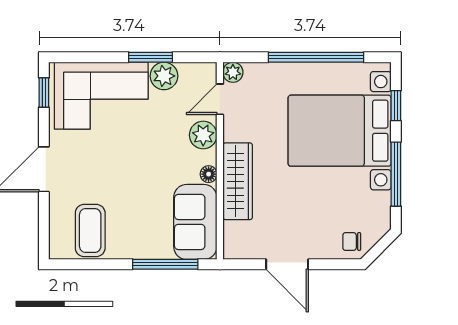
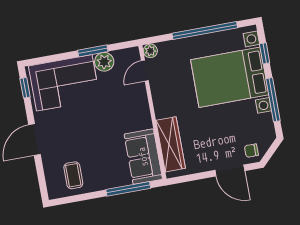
plant: (203, 135) -> (138, 97), removed
floor lamp: (209, 174) -> (146, 123), removed
wardrobe: (238, 181) -> (171, 144), moved
coffee table: (90, 230) -> (73, 175), width x0.73, depth x0.77
door: (287, 264) -> (230, 170), moved

